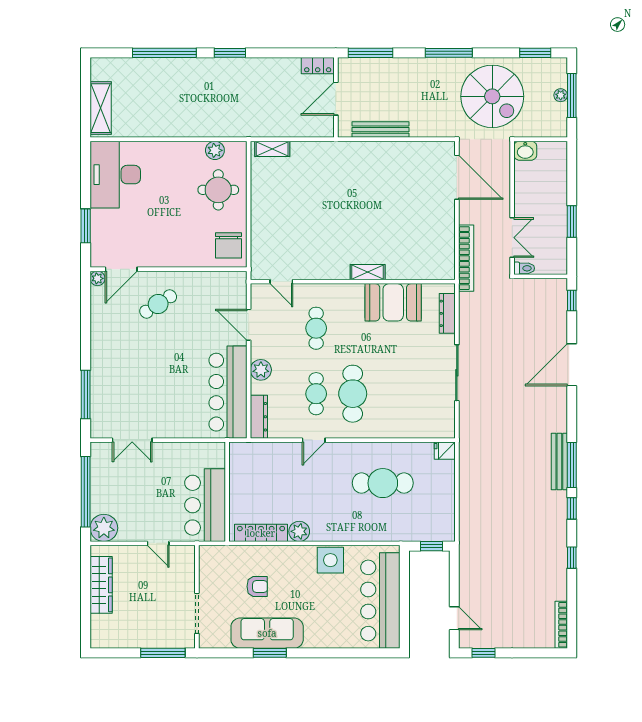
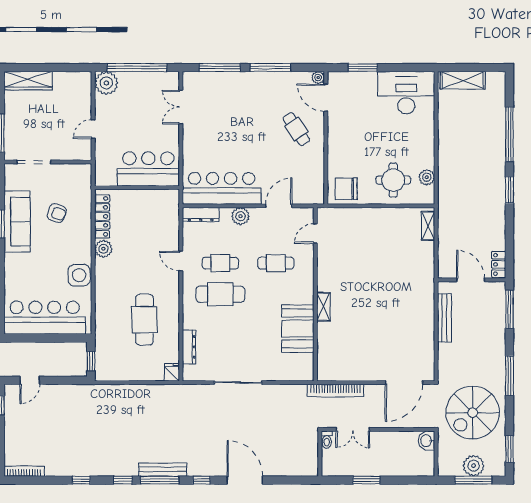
plant: (561, 95) -> (474, 466), width x1.87, depth x1.87
window: (572, 301) -> (202, 480), moved
dresser: (447, 313) -> (189, 347), moved, turned 90
window: (86, 334) -> (271, 68), added
bar counter: (205, 505) -> (148, 169), moved
wardrobe: (101, 585) -> (28, 81), moved
armchair: (257, 586) -> (57, 213), turned -70

